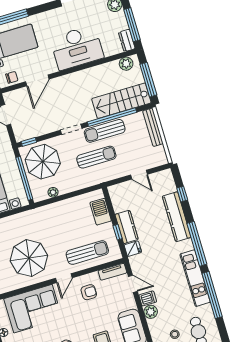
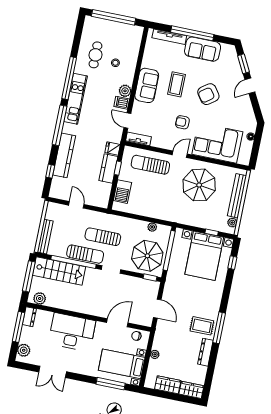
armchair: (89, 292) -> (182, 122), moved

